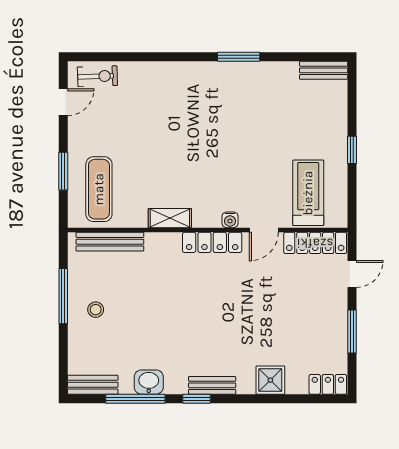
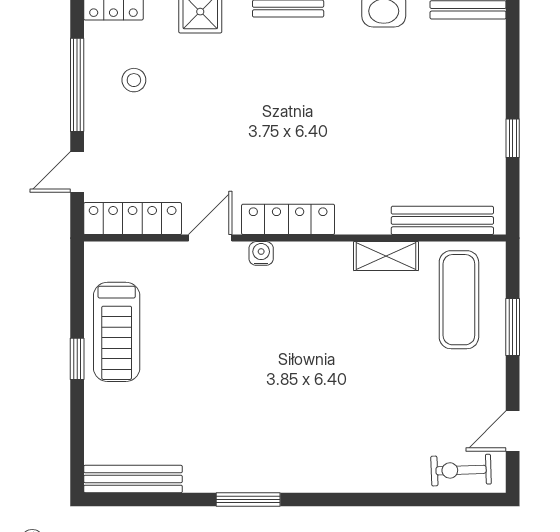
bench: (324, 70) -> (133, 479), width x1.36
treadmill: (308, 193) -> (117, 332), moved
shelving: (170, 218) -> (386, 256), moved
window: (63, 296) -> (513, 138), width x0.46
stool: (96, 310) -> (134, 80), moved
window: (352, 331) -> (77, 85), width x1.44

